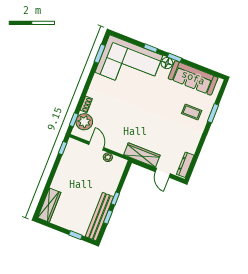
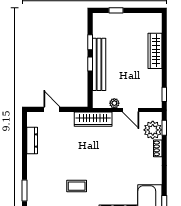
coffee table: (192, 112) -> (77, 186), moved
wardrobe: (142, 155) -> (93, 119), moved
dresser: (185, 165) -> (32, 141), moved
wardrobe: (49, 205) -> (155, 51), moved
bench: (99, 217) -> (99, 64), moved

